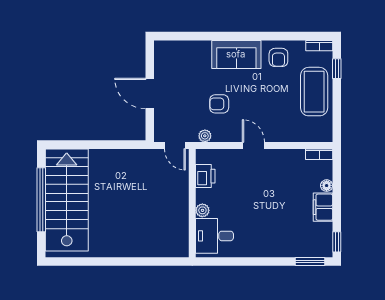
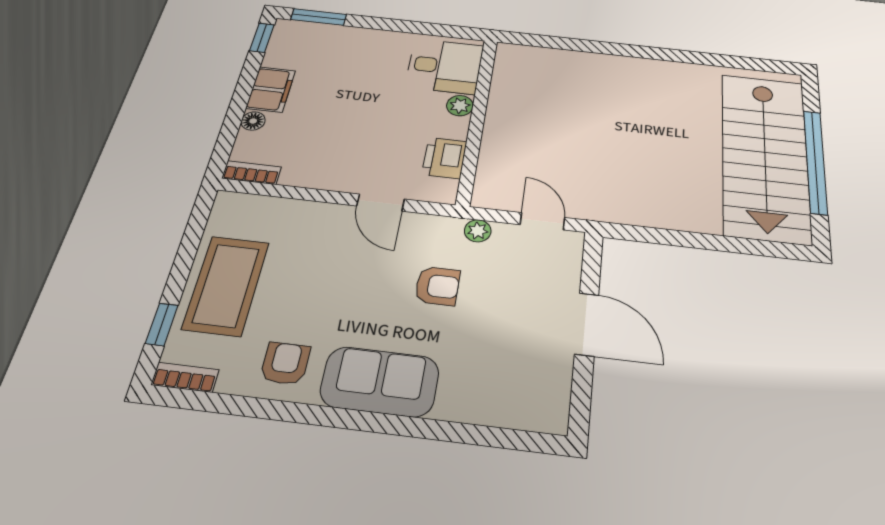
printer: (205, 176) -> (444, 158), moved
wall: (192, 203) -> (477, 119), moved
plant: (202, 210) -> (460, 106), moved
desk: (214, 236) -> (445, 66), moved

